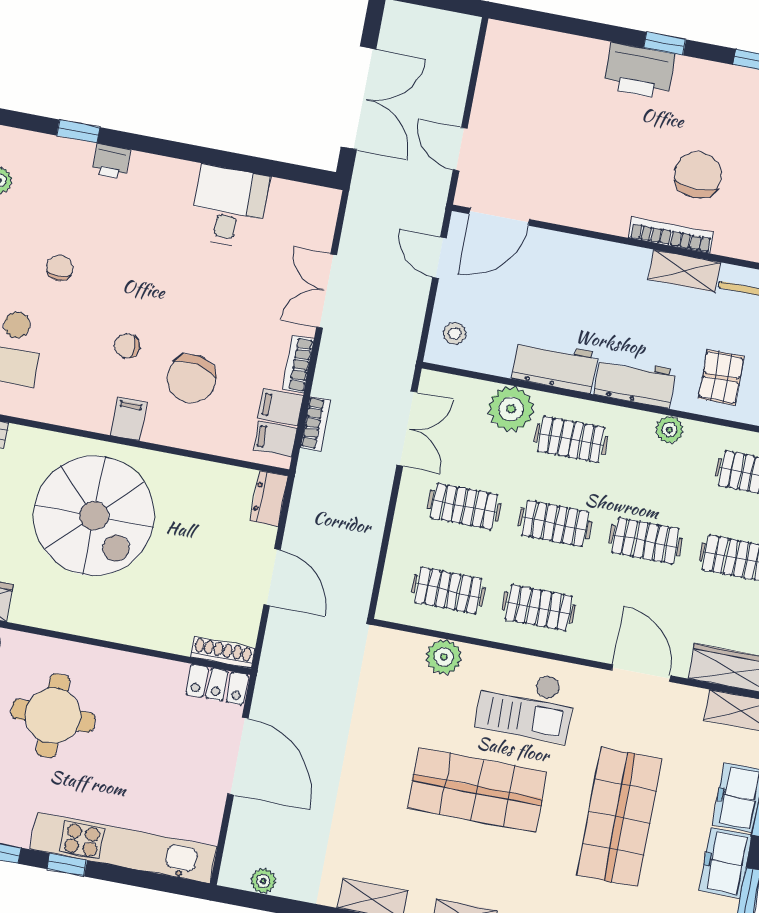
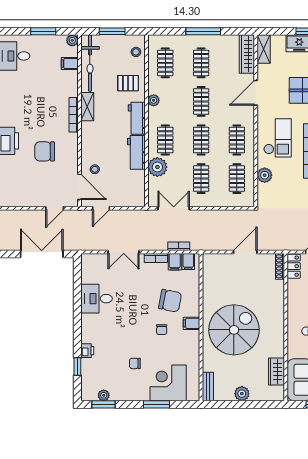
chair: (698, 175) -> (45, 151), moved
stool: (455, 333) -> (95, 169), moved
dresser: (269, 499) -> (213, 259), removed

